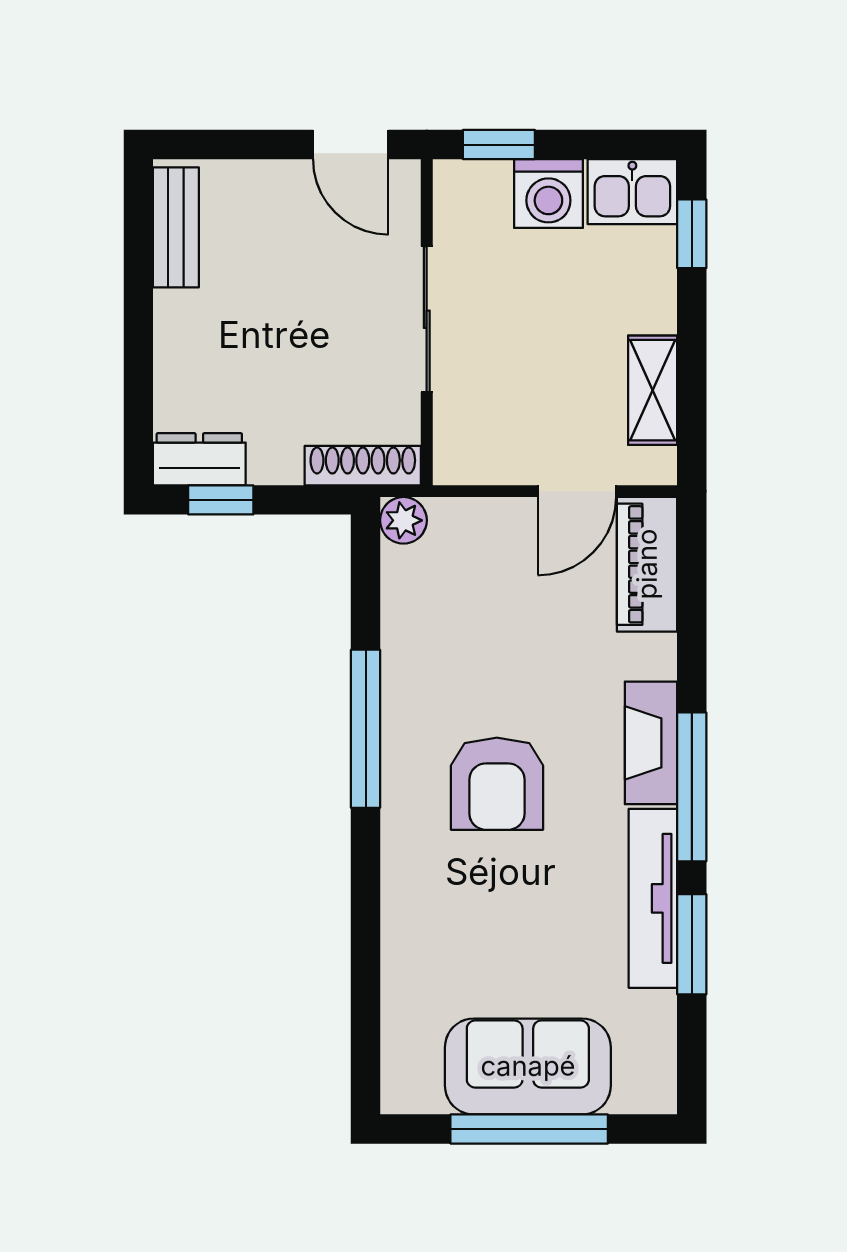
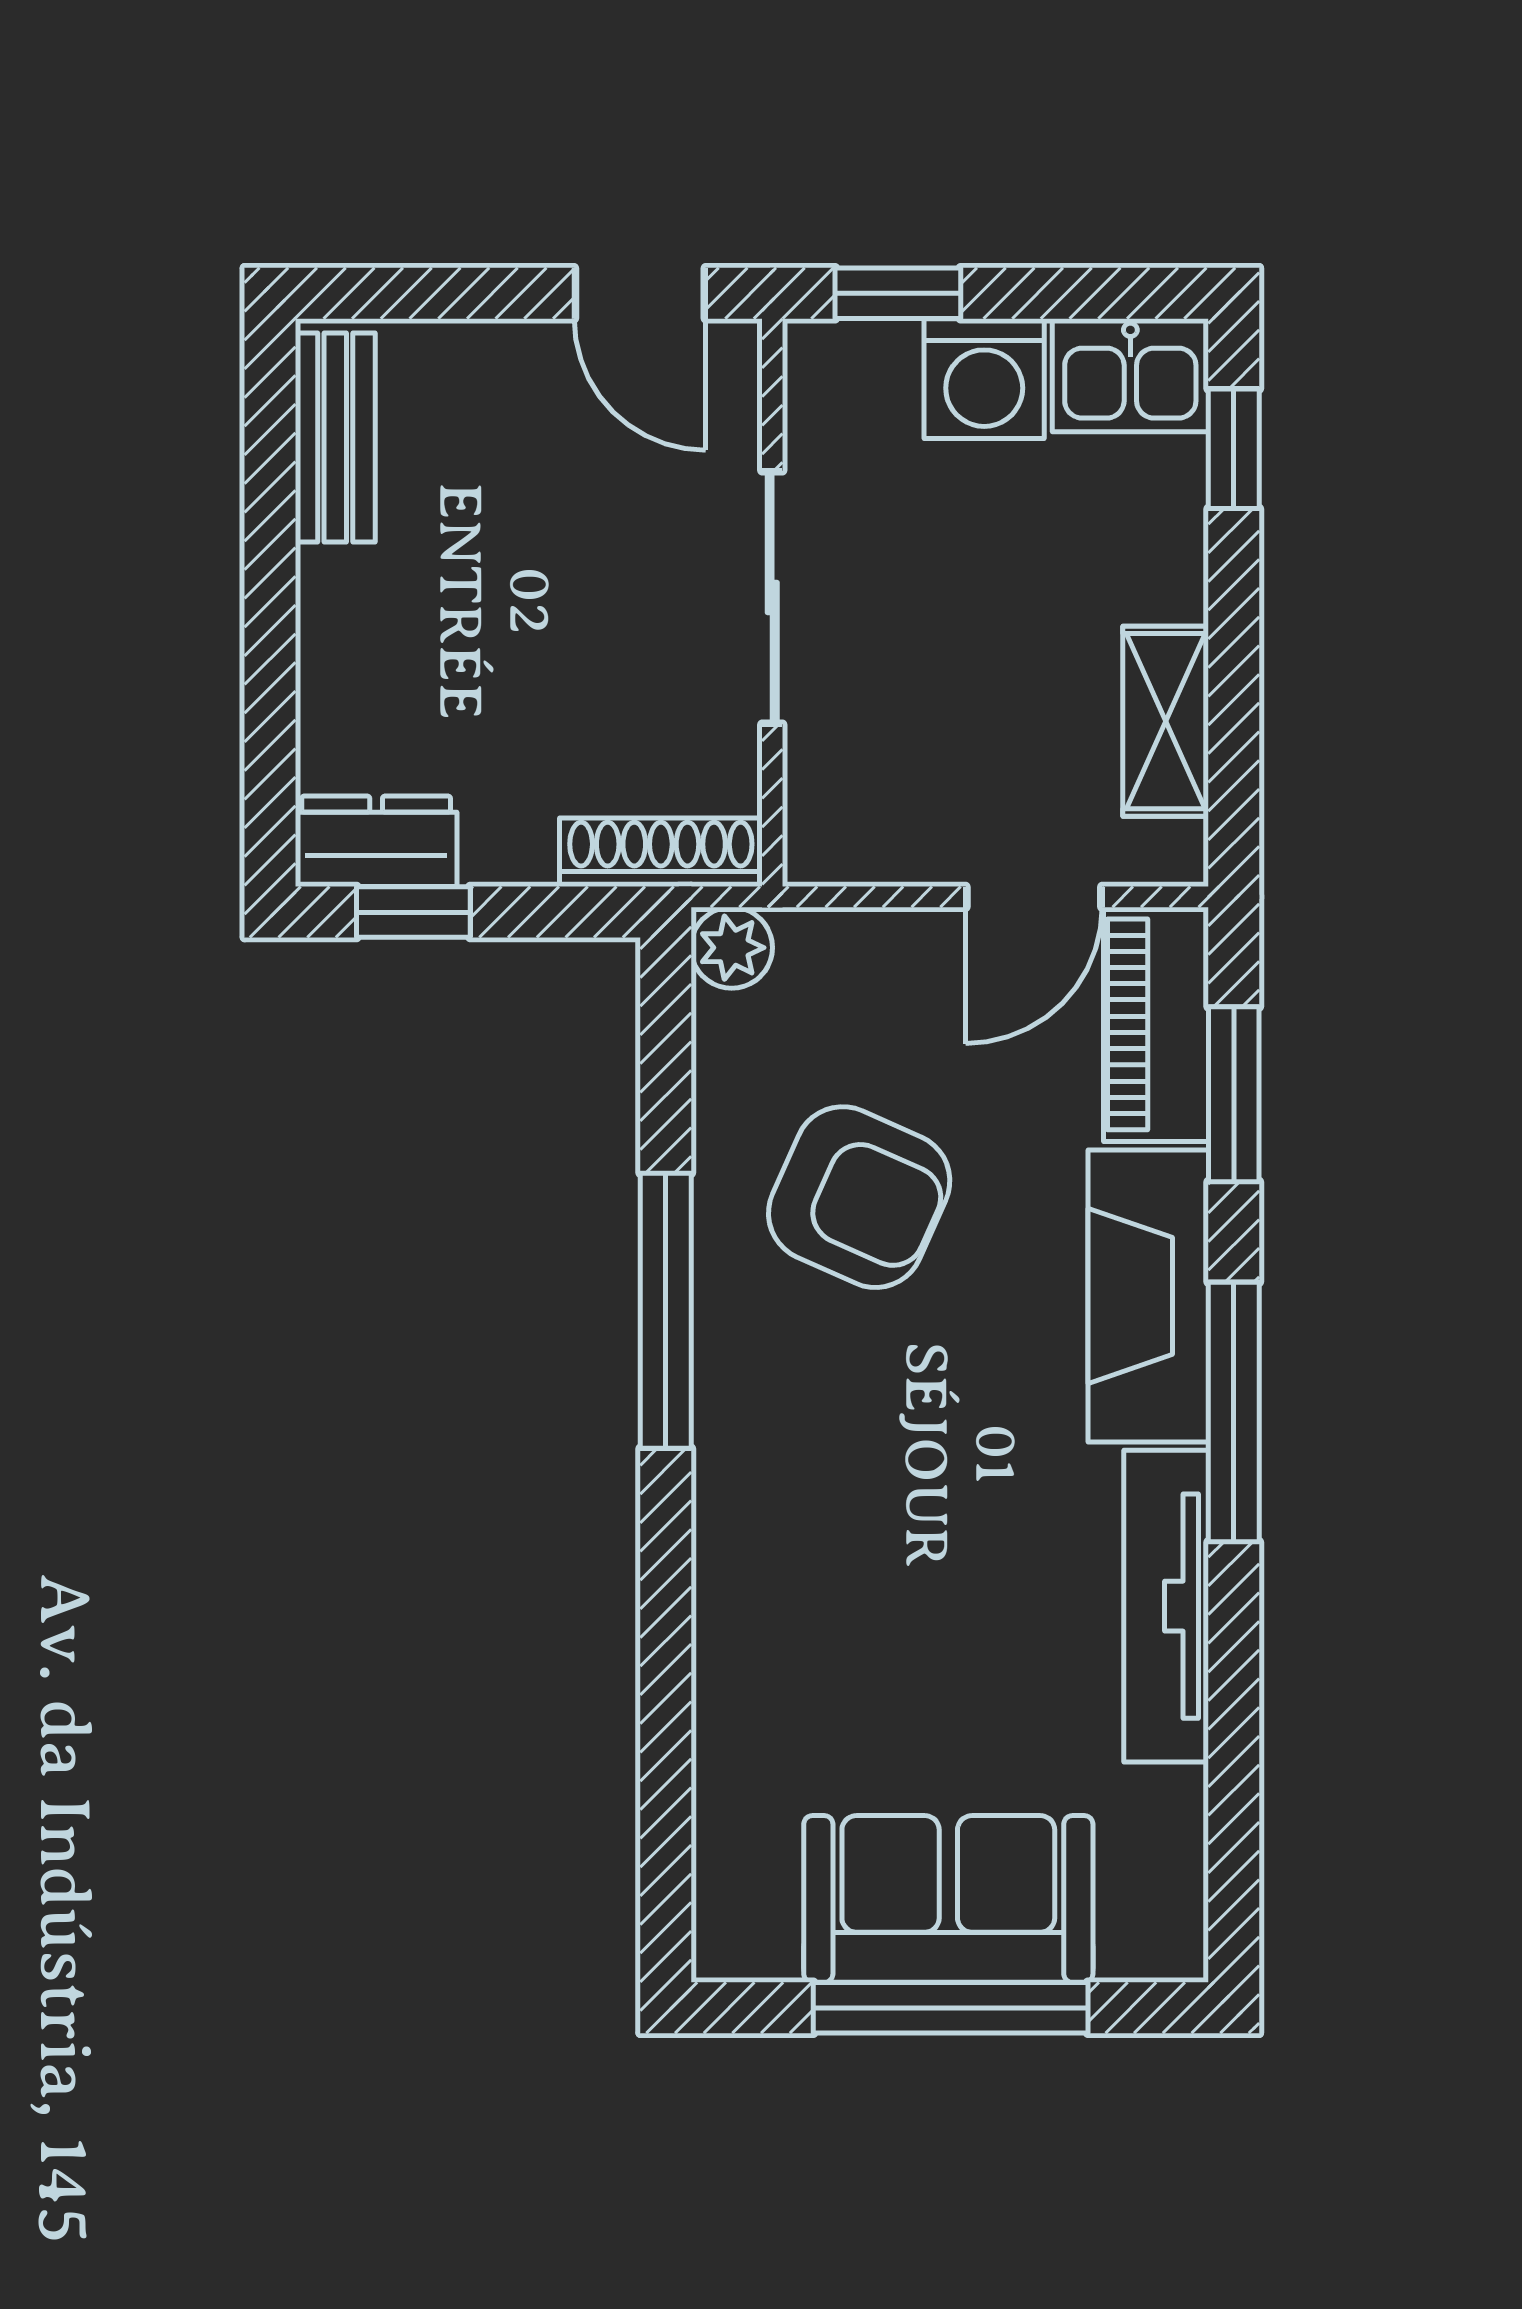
fireplace: (651, 743) -> (1148, 1296), width x1.37, depth x1.32
armchair: (497, 784) -> (859, 1197), moved, turned -66
window: (692, 944) -> (1234, 1094), moved

